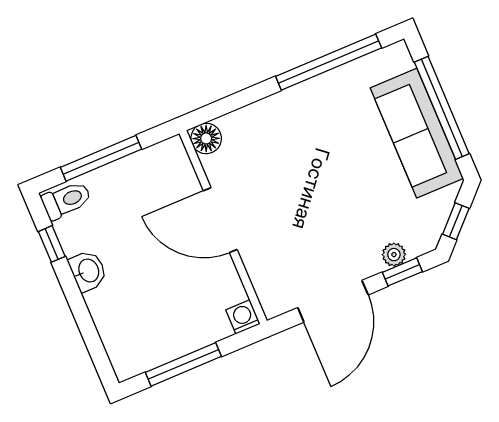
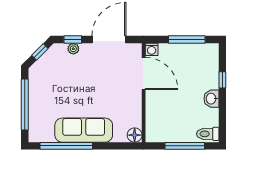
sofa: (417, 133) -> (84, 130), moved, turned -90
door: (220, 220) -> (144, 74), moved
window: (52, 244) -> (222, 80), moved

